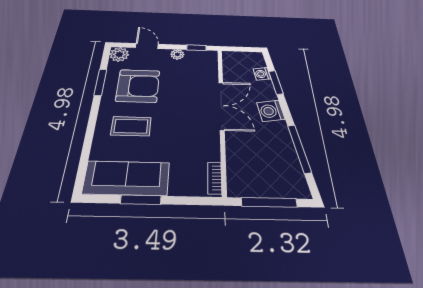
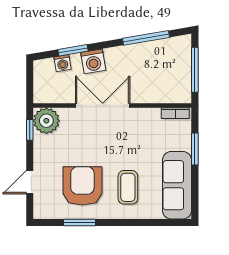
plant: (119, 54) -> (43, 209), removed
plant: (177, 54) -> (46, 121), moved, width x1.87, depth x1.87
washing machine: (271, 111) -> (93, 61), moved
window: (141, 200) -> (195, 149), moved

